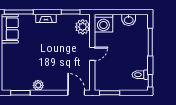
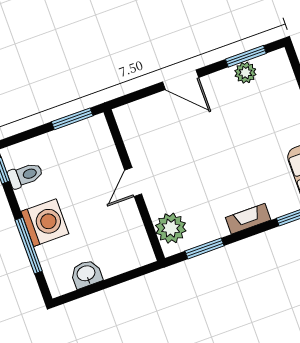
washing machine: (103, 23) -> (45, 223), moved, turned 90
plant: (38, 85) -> (245, 73), moved
door: (76, 93) -> (181, 80), moved

